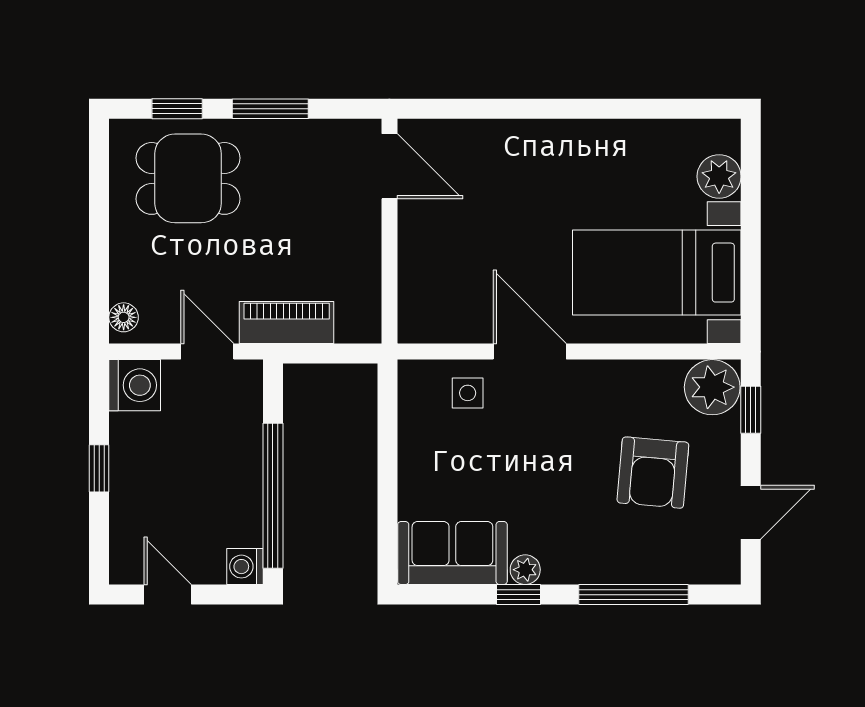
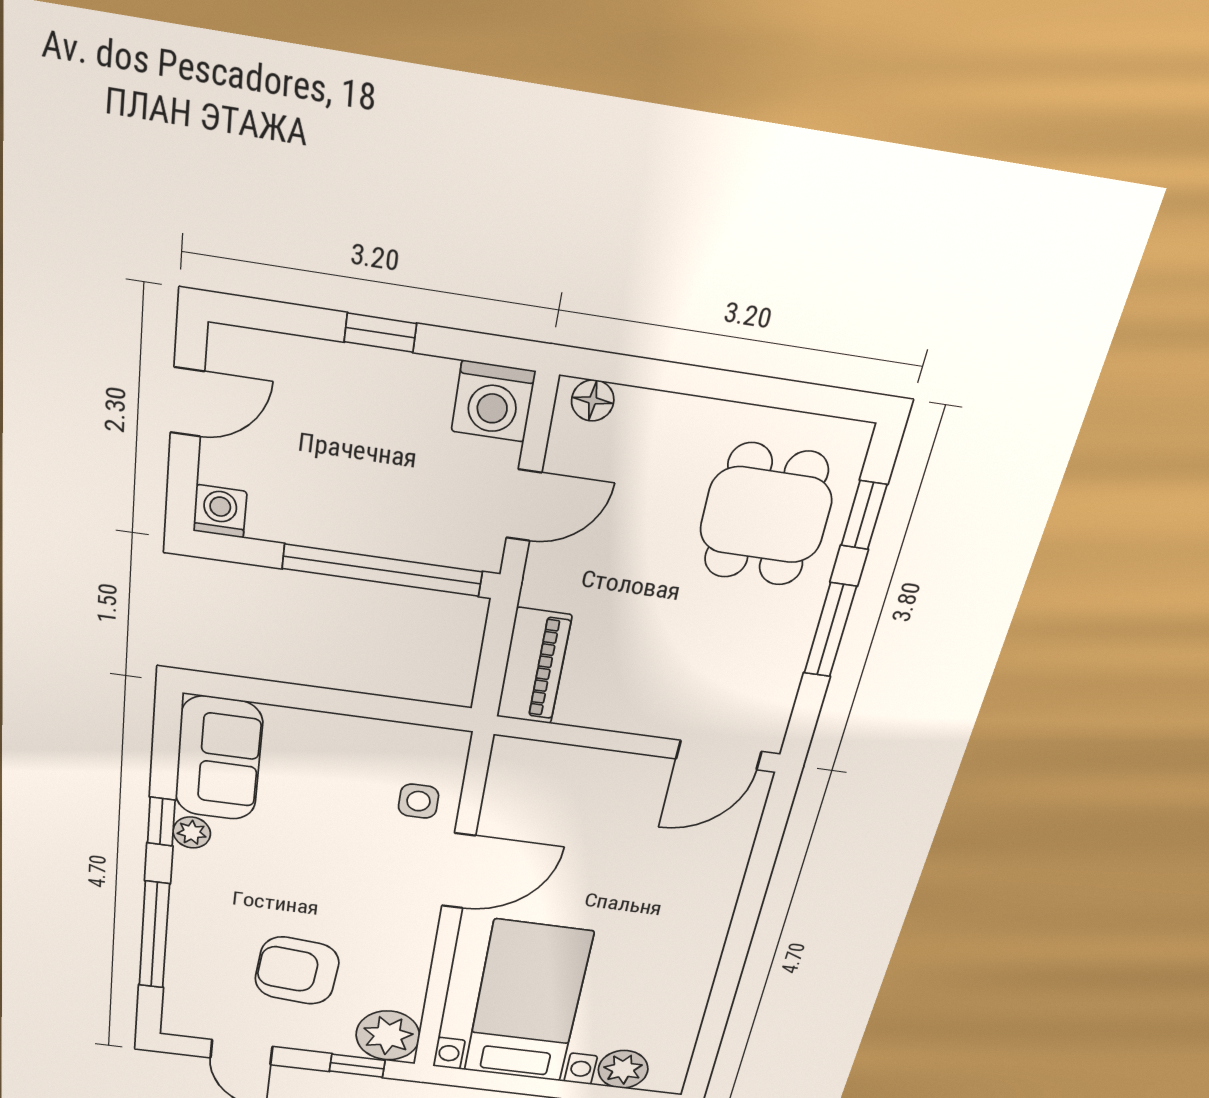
piano: (287, 323) -> (534, 666), moved
window: (273, 496) -> (382, 570), moved

